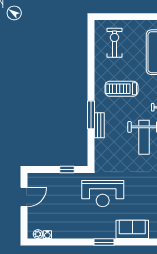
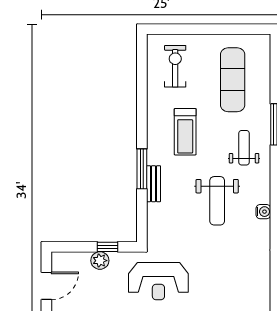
treadmill: (121, 89) -> (185, 132), turned -90
plant: (62, 179) -> (100, 261), added

